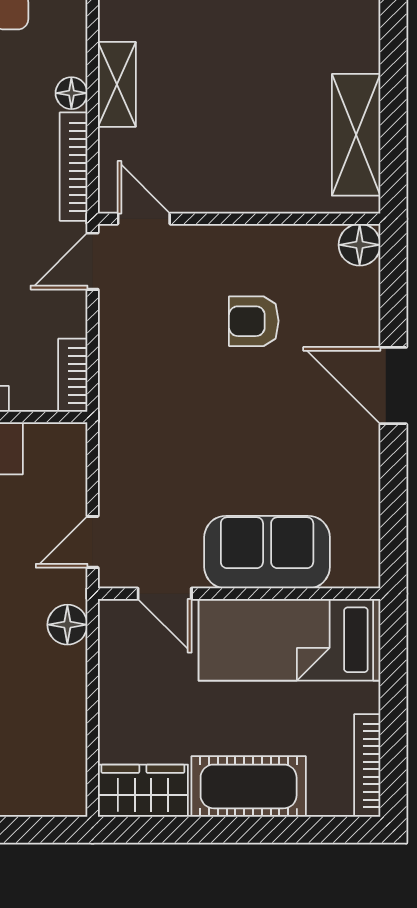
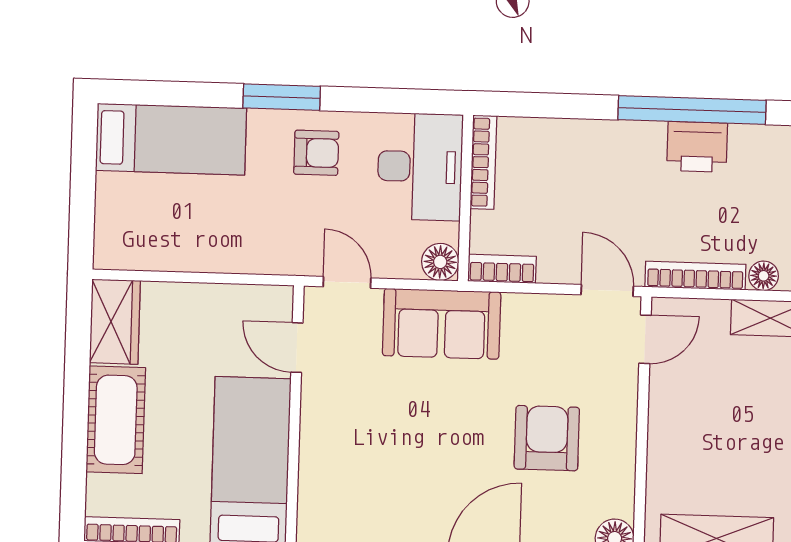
armchair: (254, 321) -> (547, 438), width x1.38, depth x1.38
sofa: (267, 552) -> (442, 324), moved, turned 90
door: (165, 594) -> (297, 348), hinge flipped
floor lamp: (67, 625) -> (440, 262), moved

